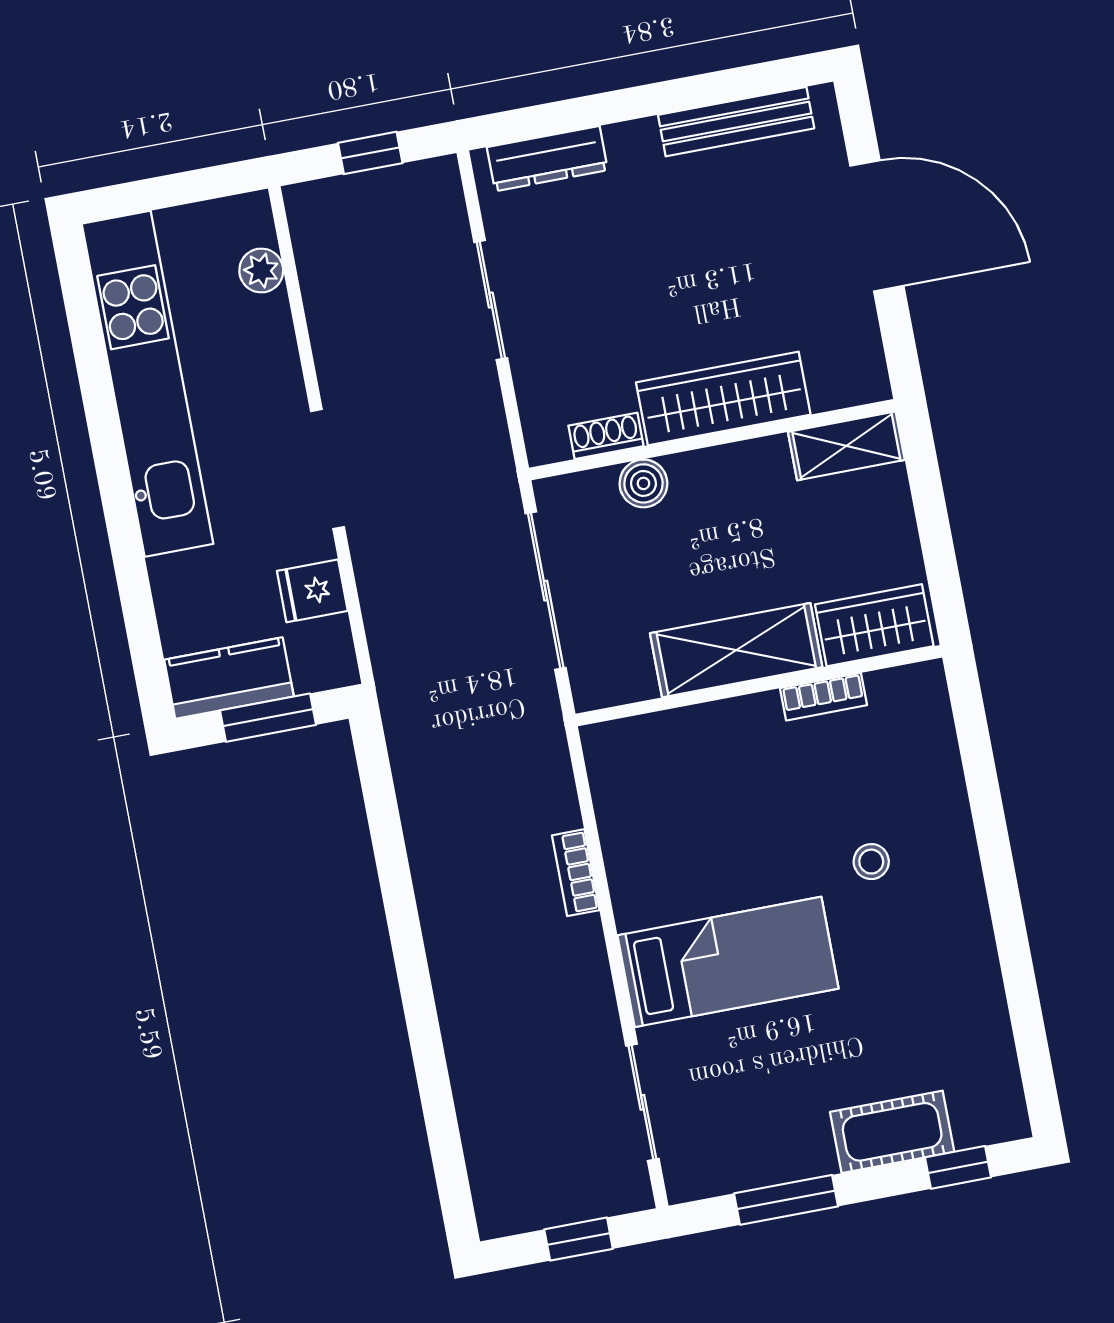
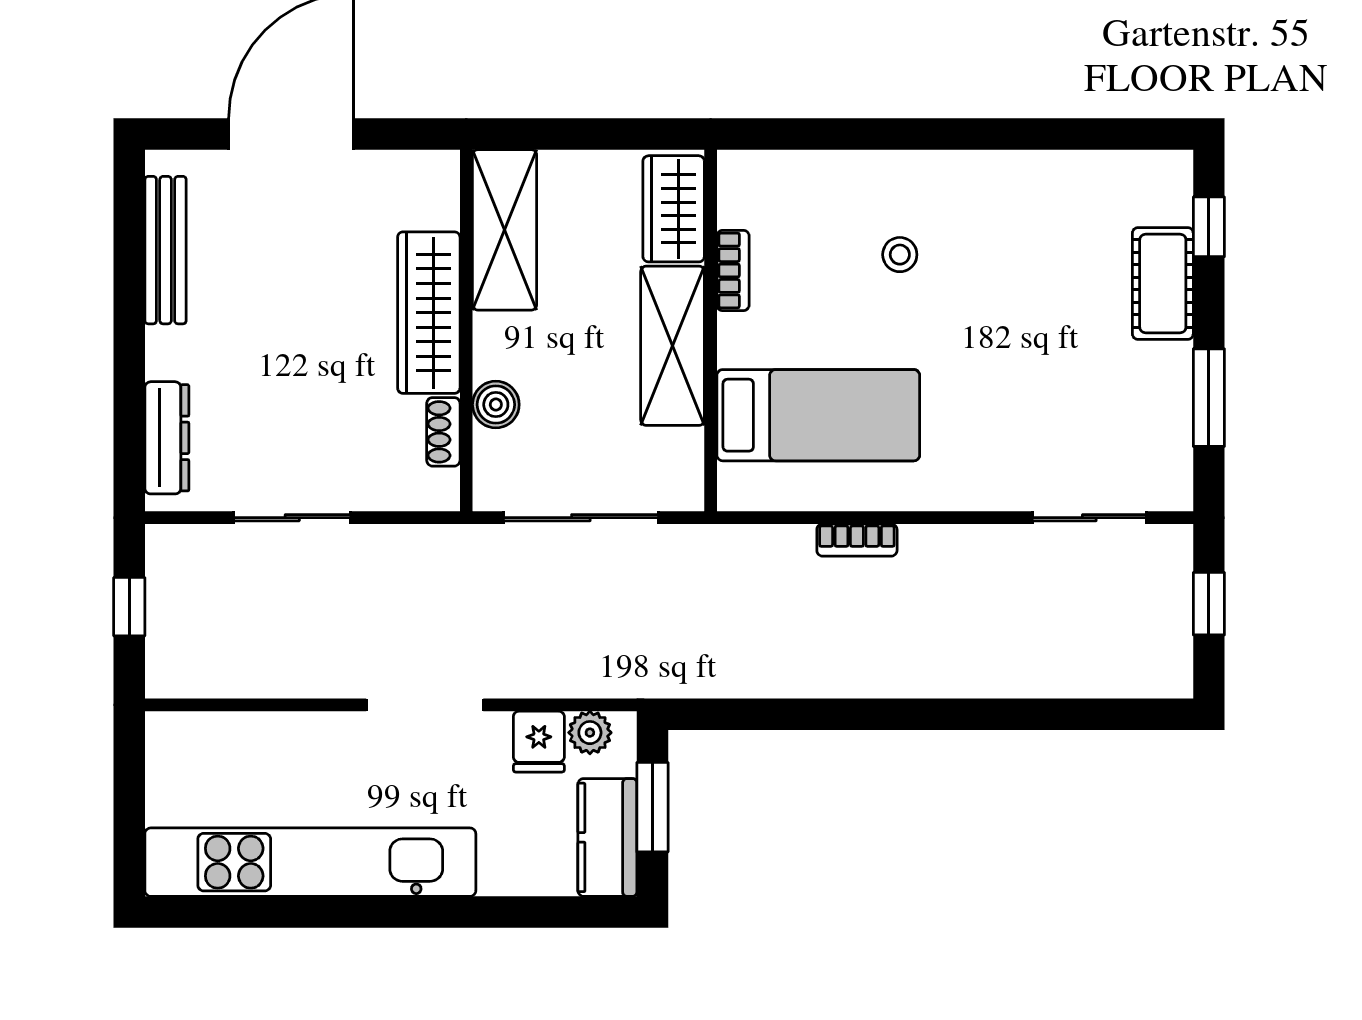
plant: (261, 271) -> (590, 733), moved
shelving: (846, 446) -> (505, 230), width x1.50, depth x1.33
bed: (728, 962) -> (818, 415), moved, turned 90

